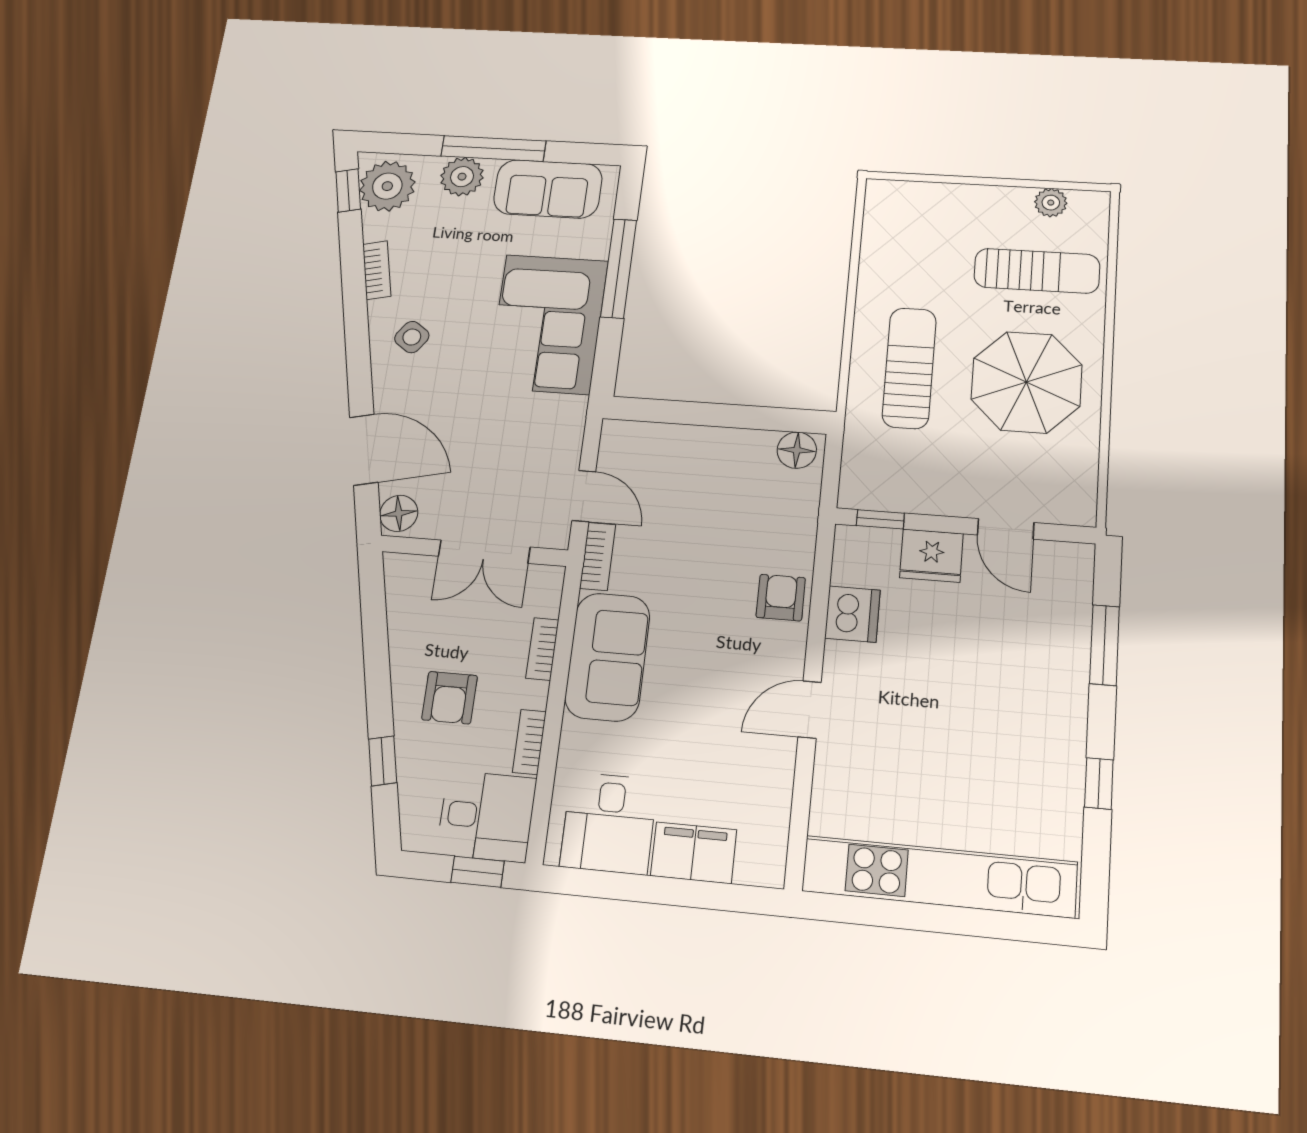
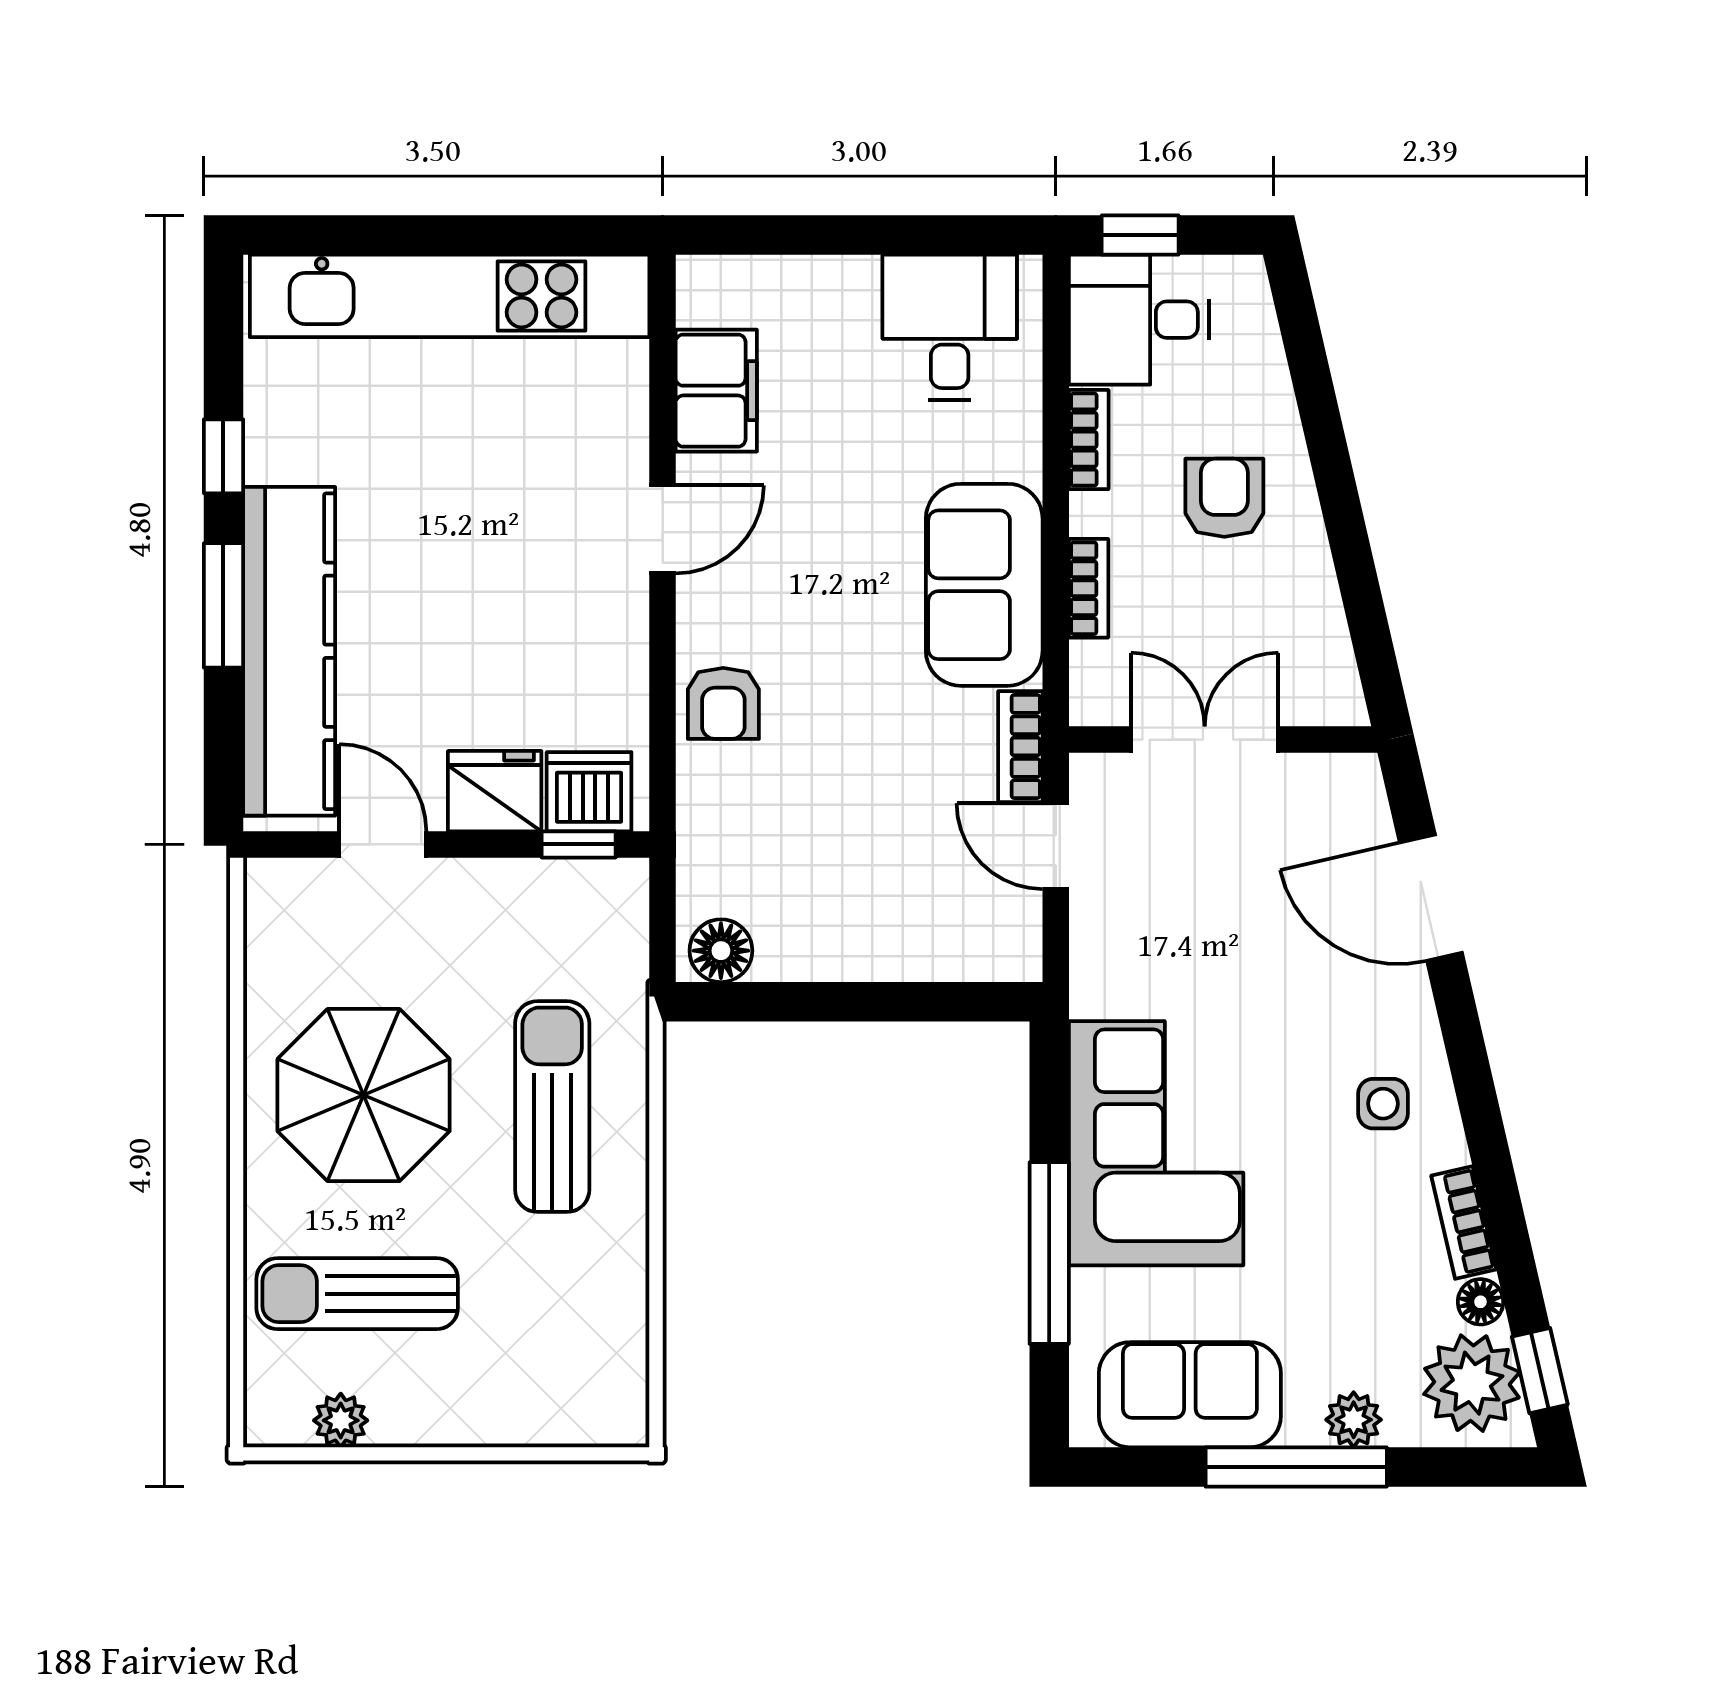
plant: (462, 177) -> (1354, 1420), width x0.73, depth x0.73
side table: (412, 337) -> (1383, 1104), turned -35
sun lounger: (909, 368) -> (552, 1107), turned 180
floor lamp: (399, 513) -> (1480, 1302), moved, width x0.73, depth x0.73
dishwasher: (852, 614) -> (589, 792), moved, turned 90
window: (1105, 645) -> (223, 605), moved
kitchen counter: (1060, 653) -> (289, 651), added
window: (383, 761) -> (1314, 389), removed
filing cabinet: (694, 853) -> (716, 391), moved, turned -90

